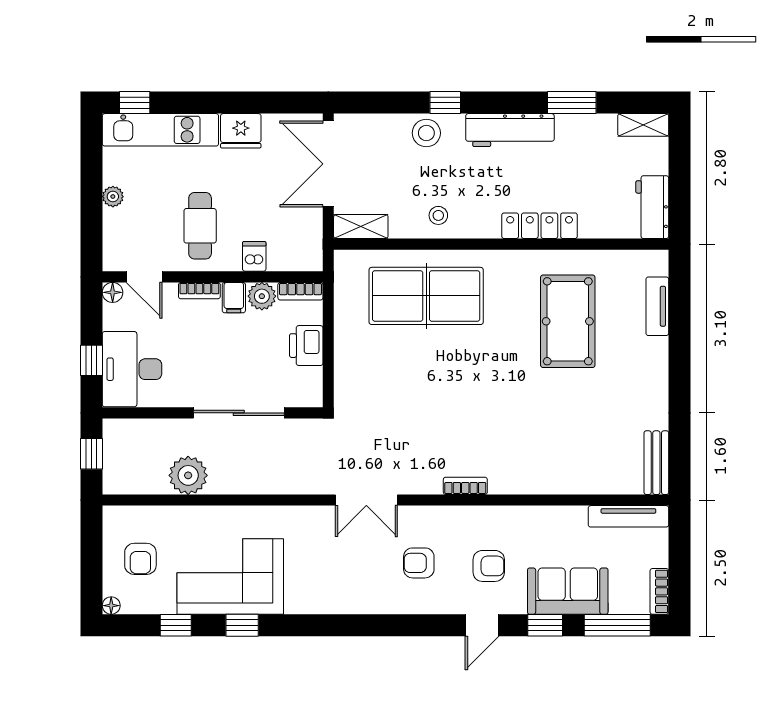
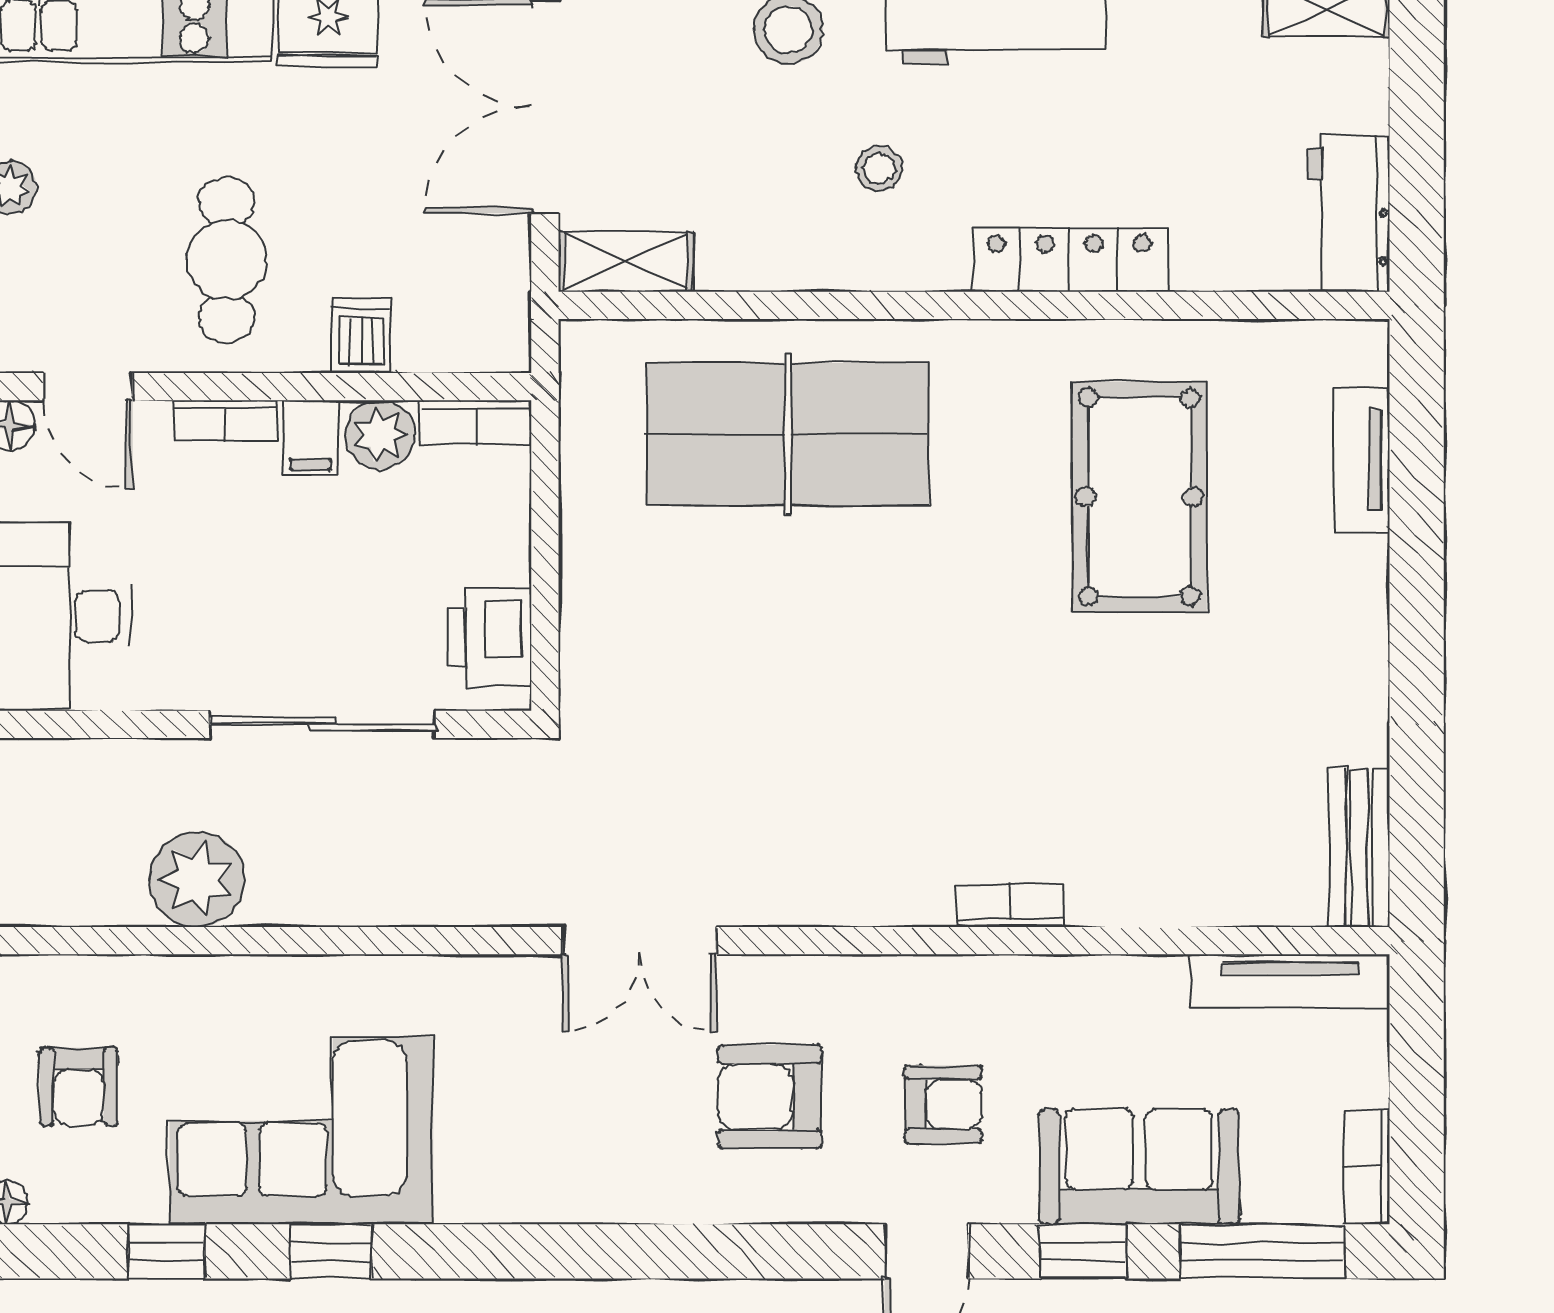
stool: (438, 215) -> (879, 168), moved
printer: (306, 346) -> (490, 638), moved
bookcase: (465, 486) -> (1010, 905), moved
armchair: (419, 563) -> (770, 1097), width x1.38, depth x1.38

